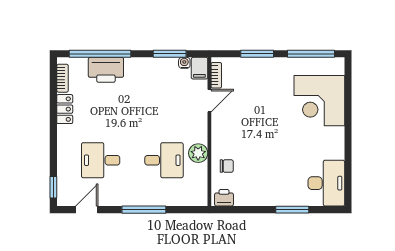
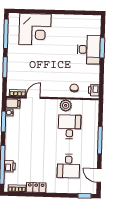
printer: (106, 70) -> (10, 166), width x0.53, depth x0.68
door: (209, 101) -> (33, 98), hinge flipped
desk: (326, 183) -> (89, 50), moved, turned 90

